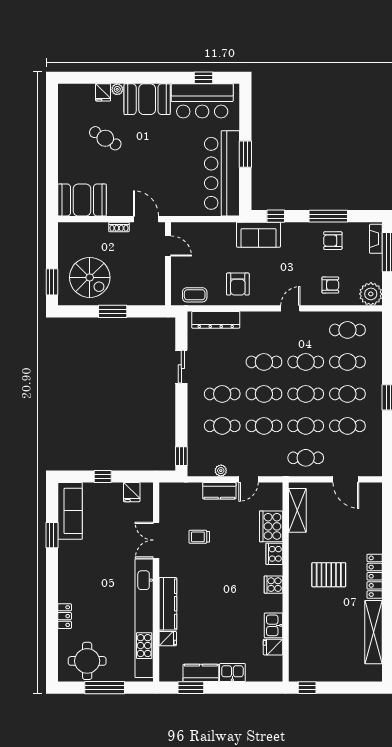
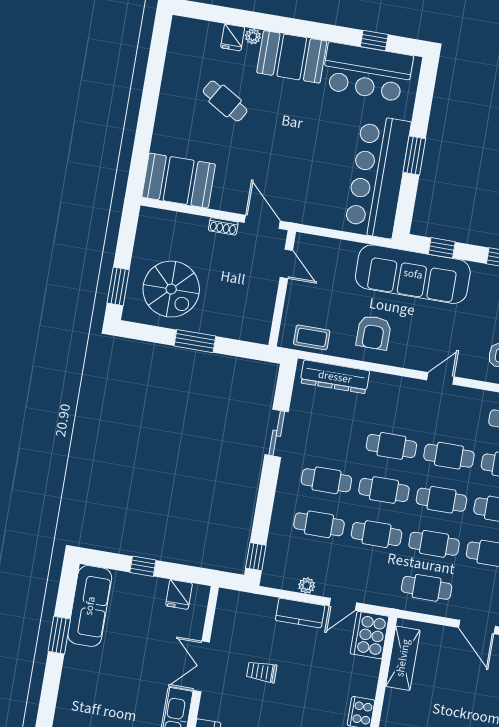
sofa: (258, 235) -> (413, 274), width x1.85, depth x1.27
cooker: (271, 526) -> (370, 635), moved

